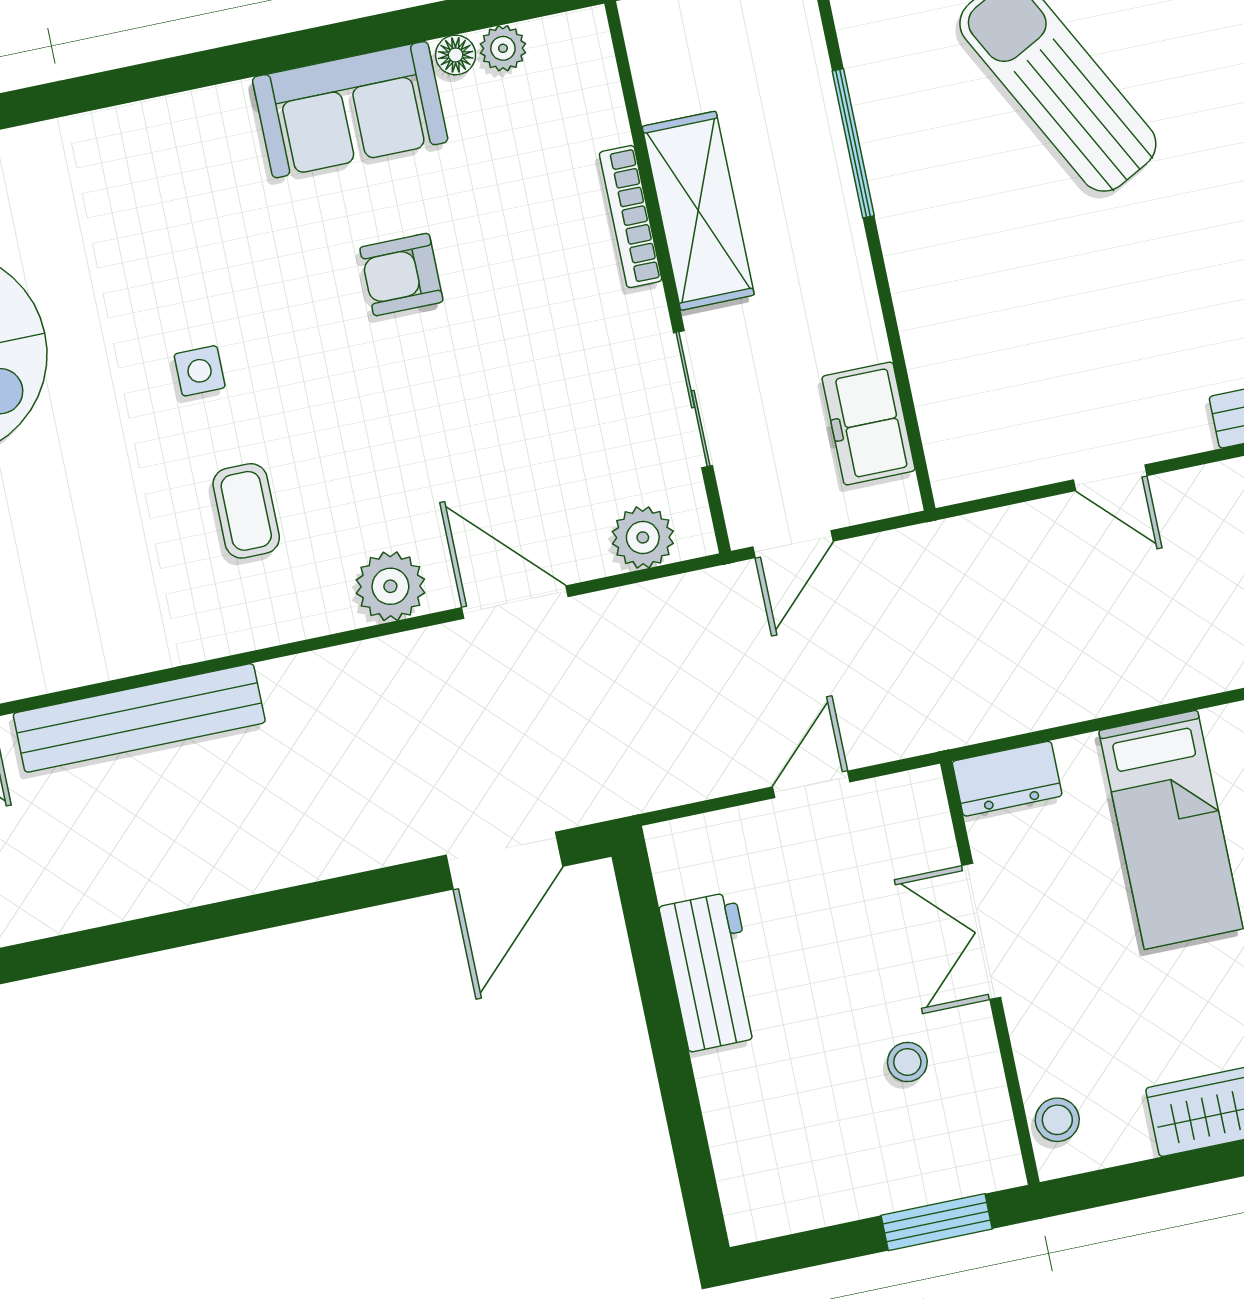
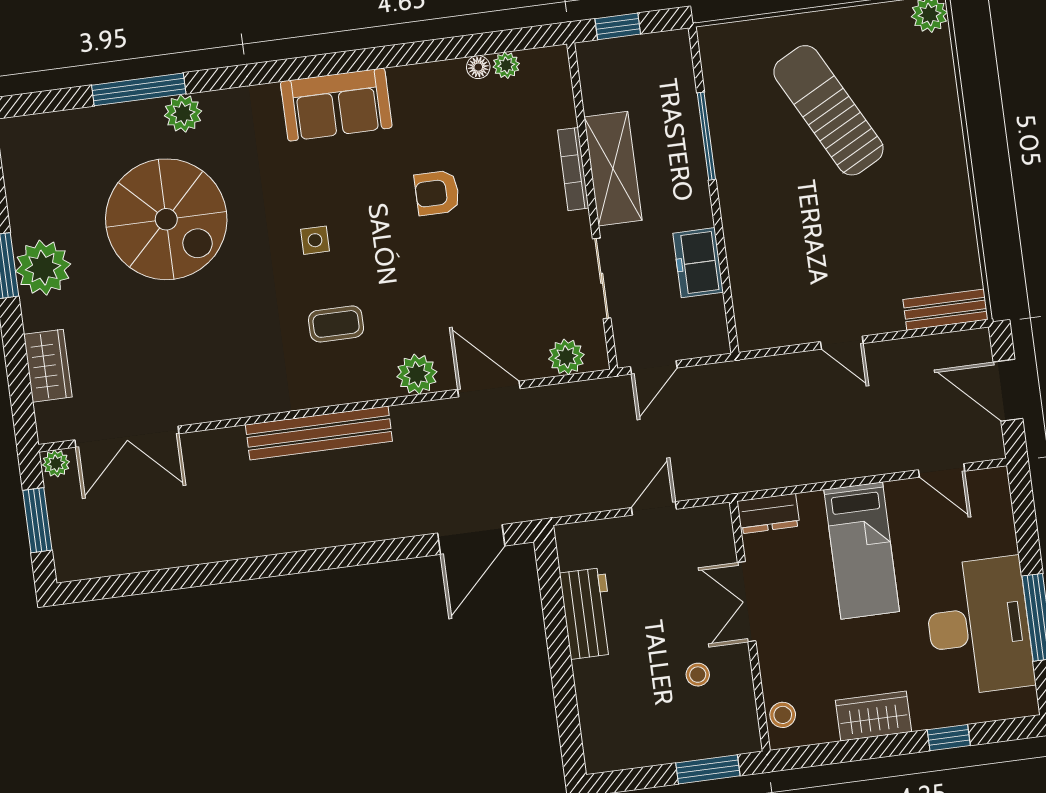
sofa: (350, 110) -> (336, 105), moved
freezer: (869, 423) -> (698, 263), moved
coffee table: (246, 511) -> (336, 324), turned 90
bench: (139, 718) -> (319, 433), moved

